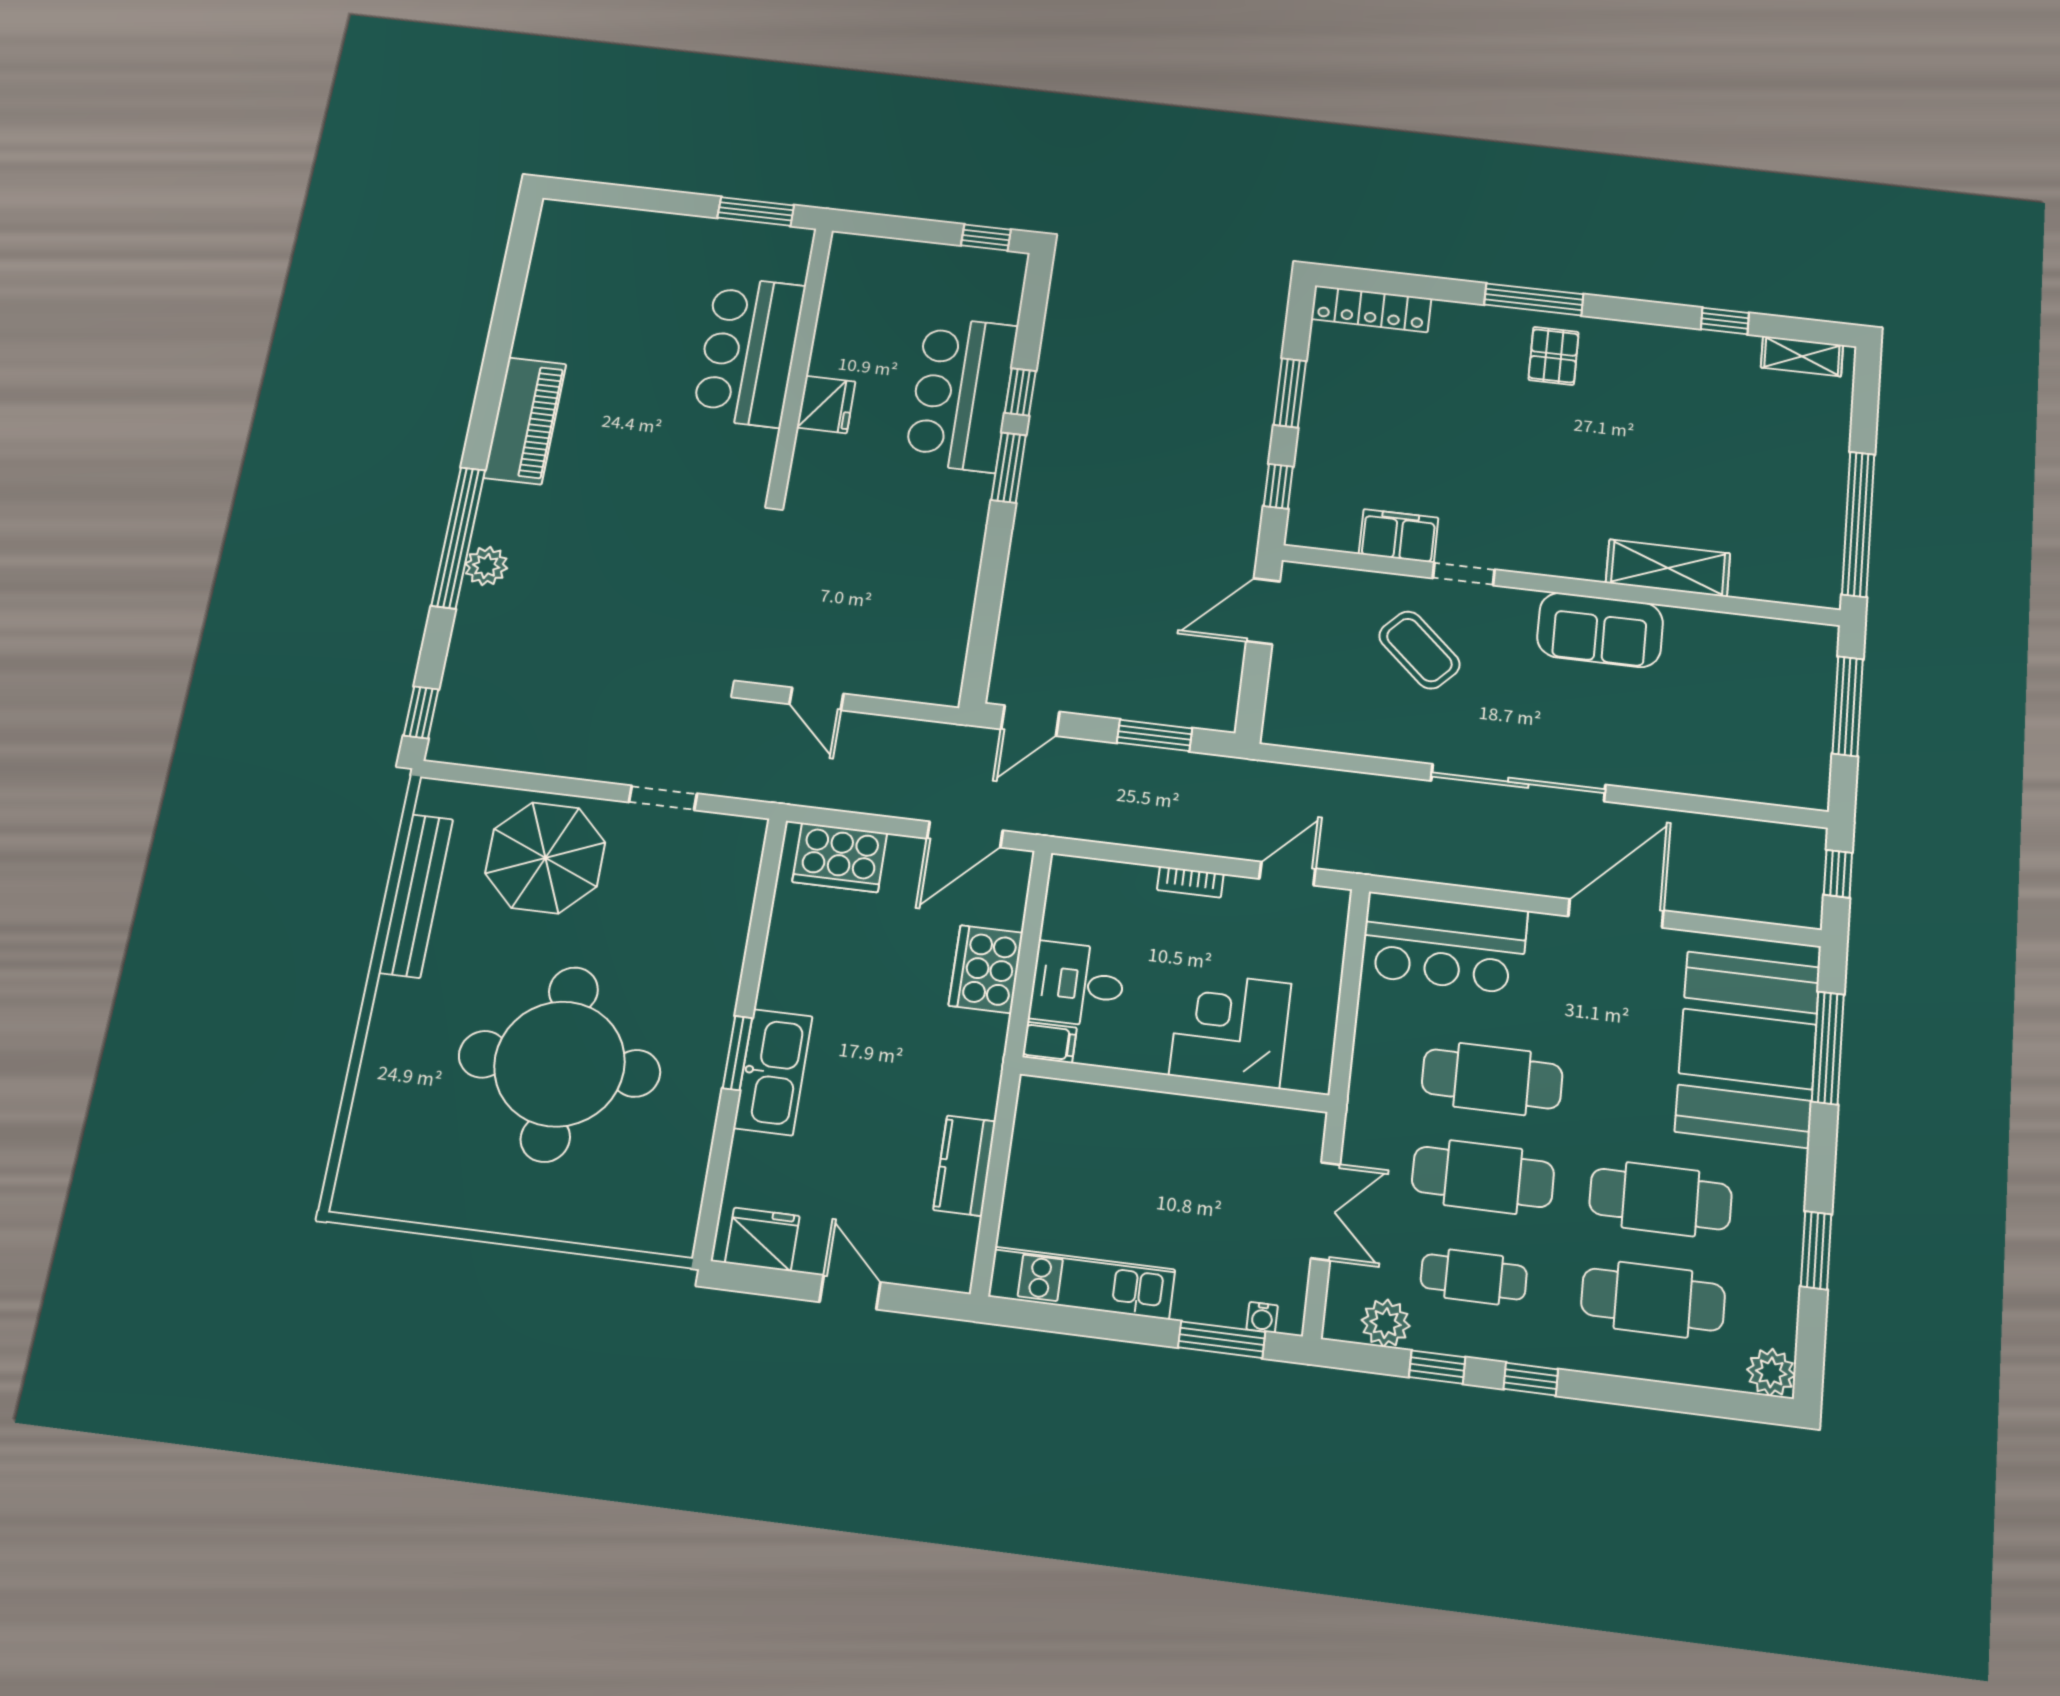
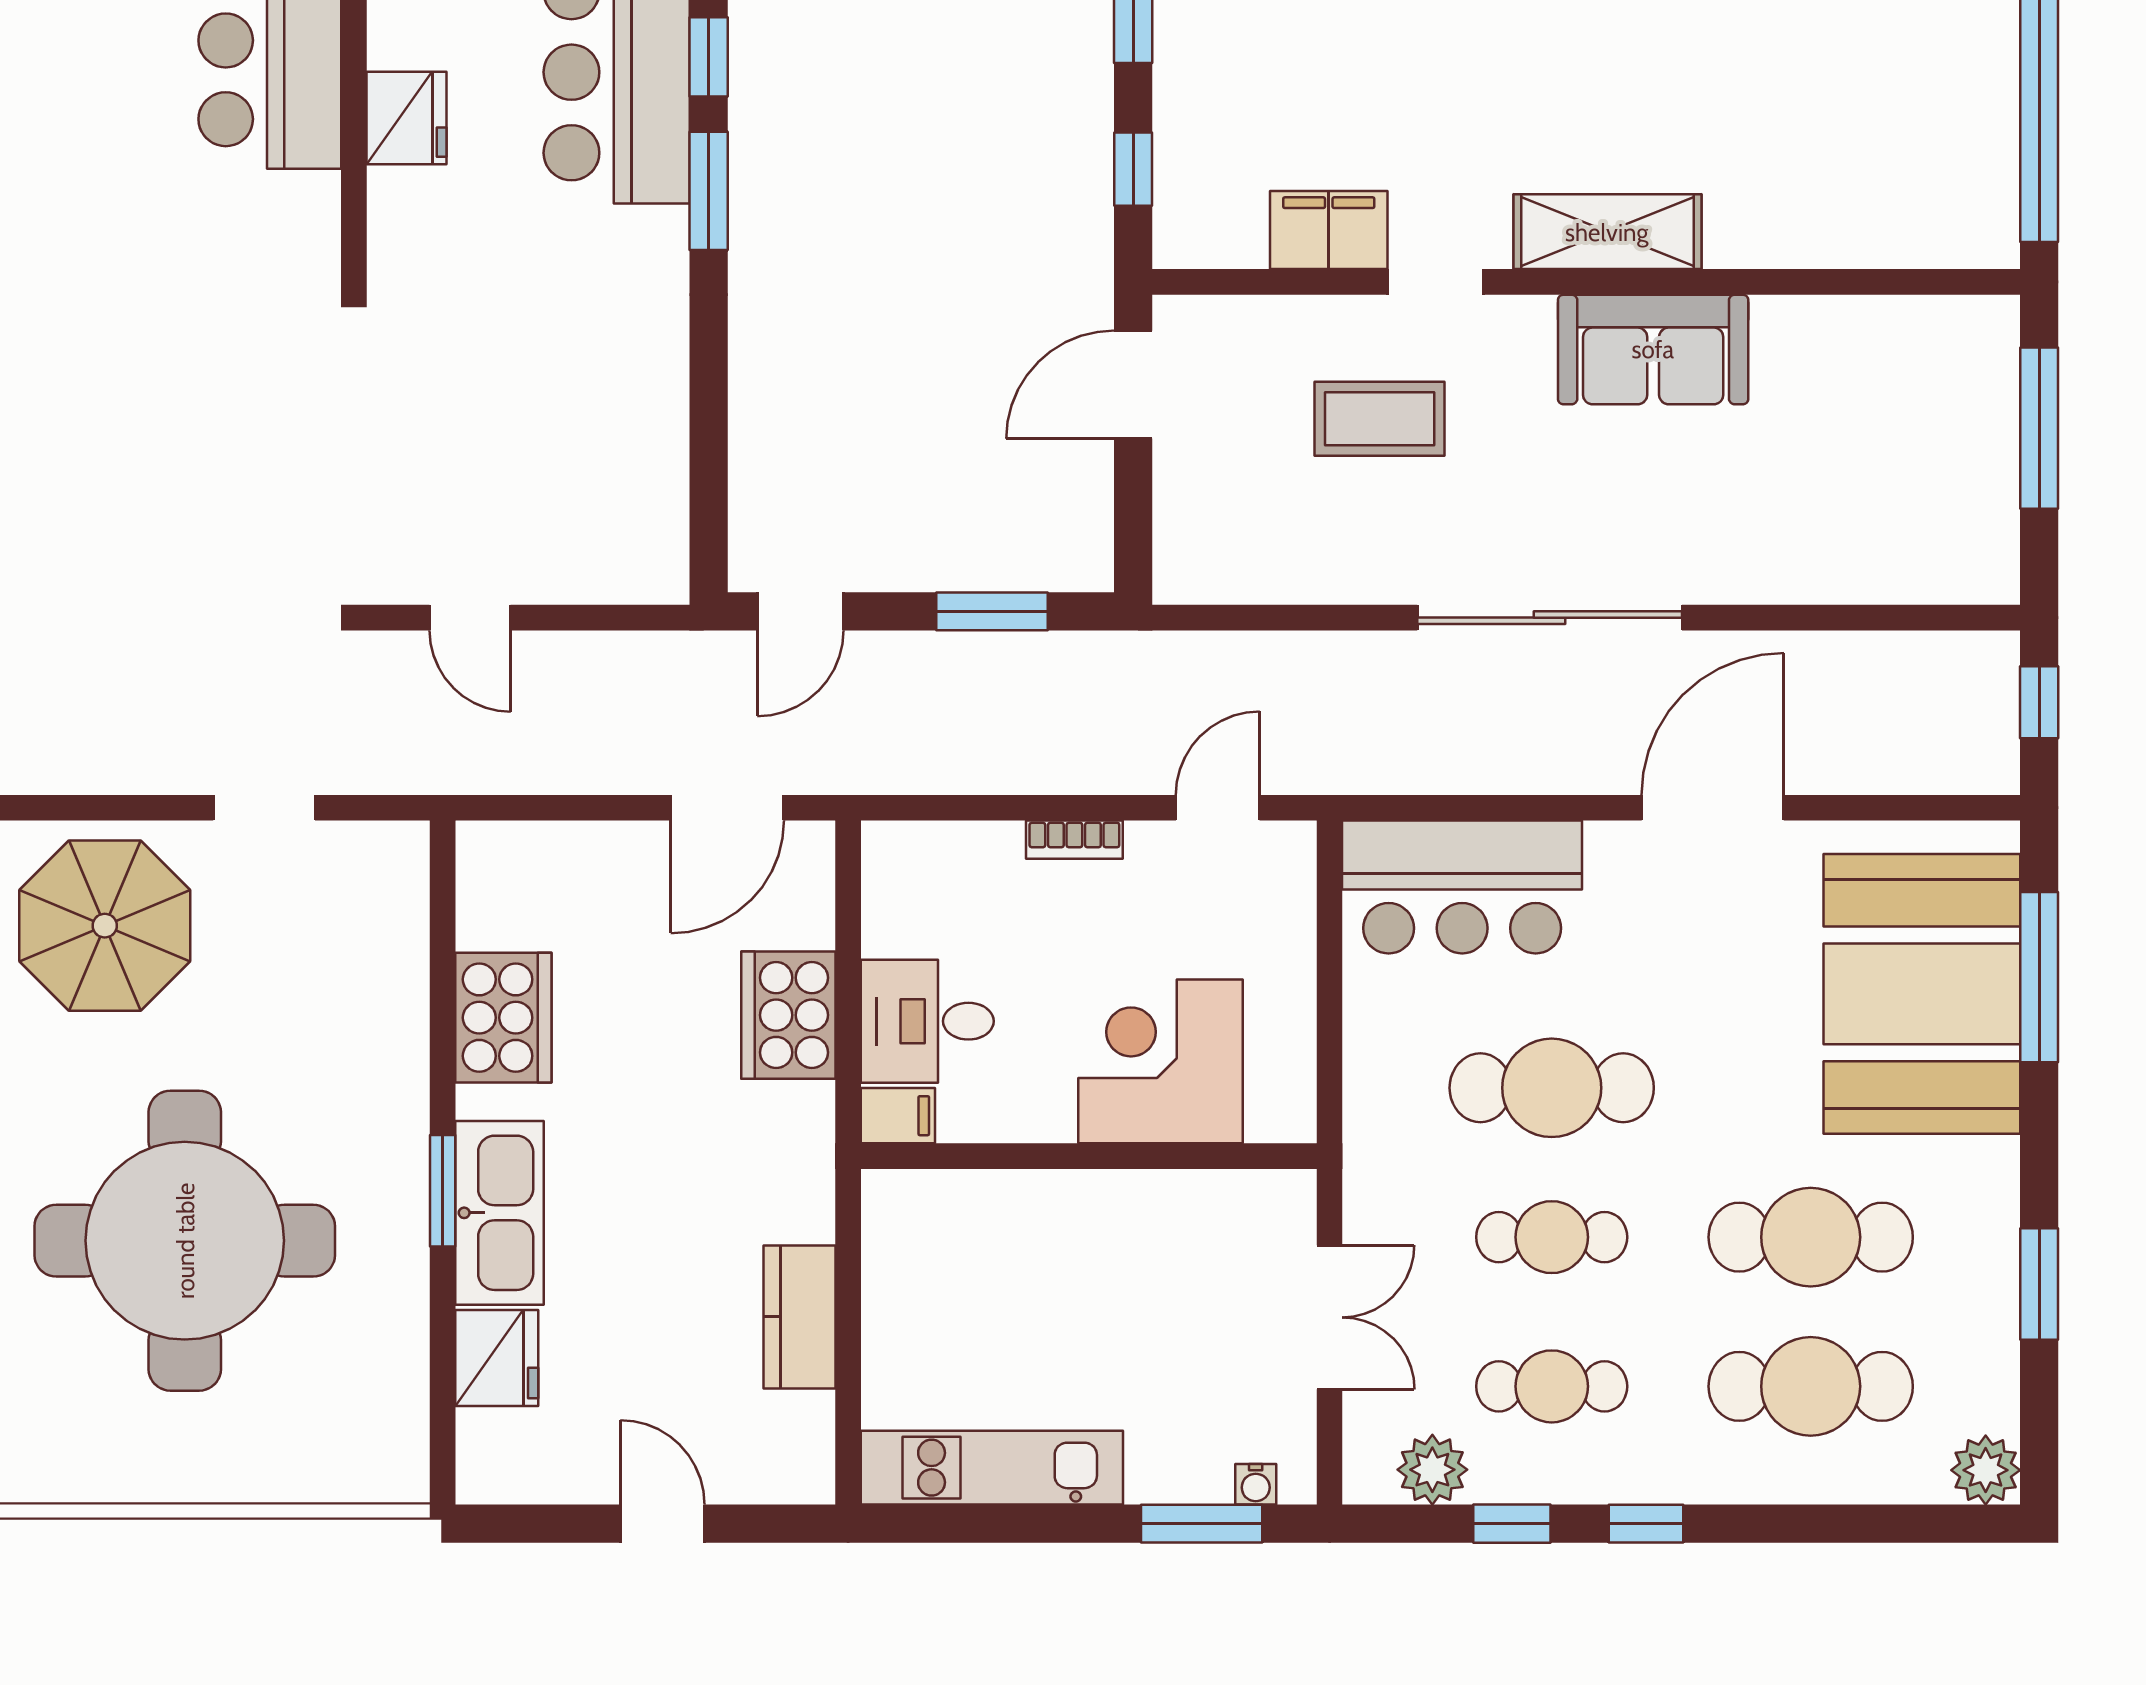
shelving: (1668, 568) -> (1607, 232), moved
coffee table: (1419, 650) -> (1380, 419), turned -43
cooker: (840, 858) -> (503, 1018), moved, turned -90
cafe table: (1483, 1177) -> (1552, 1237), width x0.73, depth x0.74
fridge: (762, 1239) -> (497, 1358), moved, turned 90

